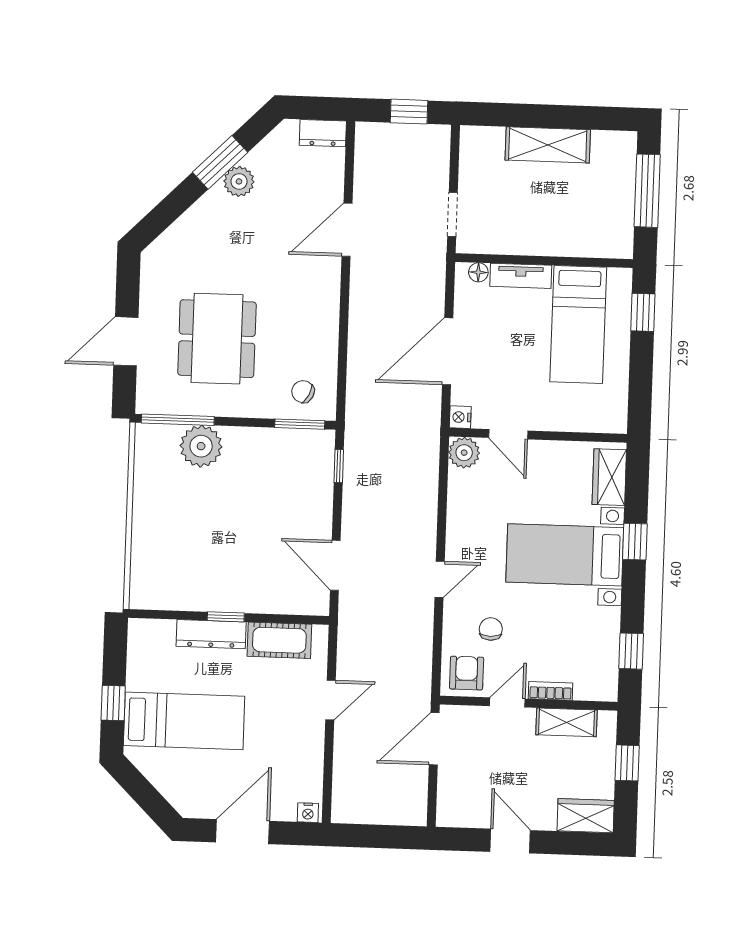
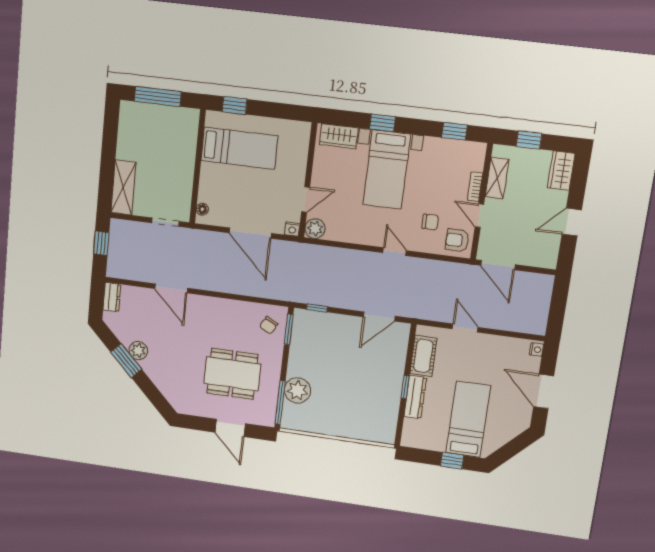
shelving: (548, 145) -> (123, 187), moved
tv unit: (521, 276) -> (206, 182), removed
chair: (491, 629) -> (430, 222), turned 180

